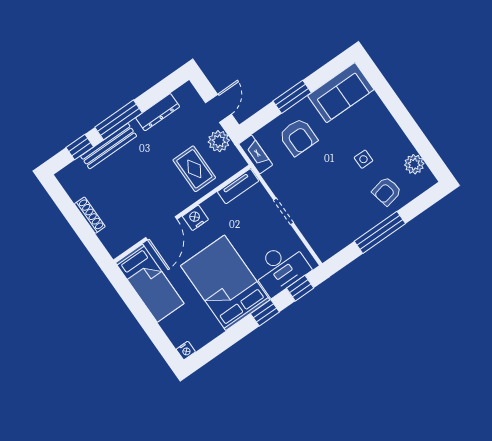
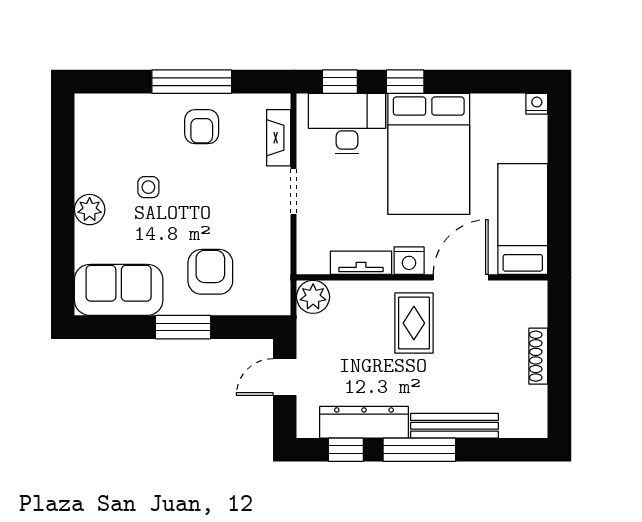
dresser: (158, 112) -> (364, 422), width x1.37, depth x1.24
plant: (219, 141) -> (313, 297), moved
window: (80, 147) -> (346, 450), moved
fireplace: (256, 154) -> (279, 138), moved
plant: (414, 164) -> (90, 210), moved
rug: (194, 169) -> (414, 323), moved
tv unit: (238, 186) -> (361, 263), moved
armchair: (387, 191) -> (202, 127), moved, turned 102

